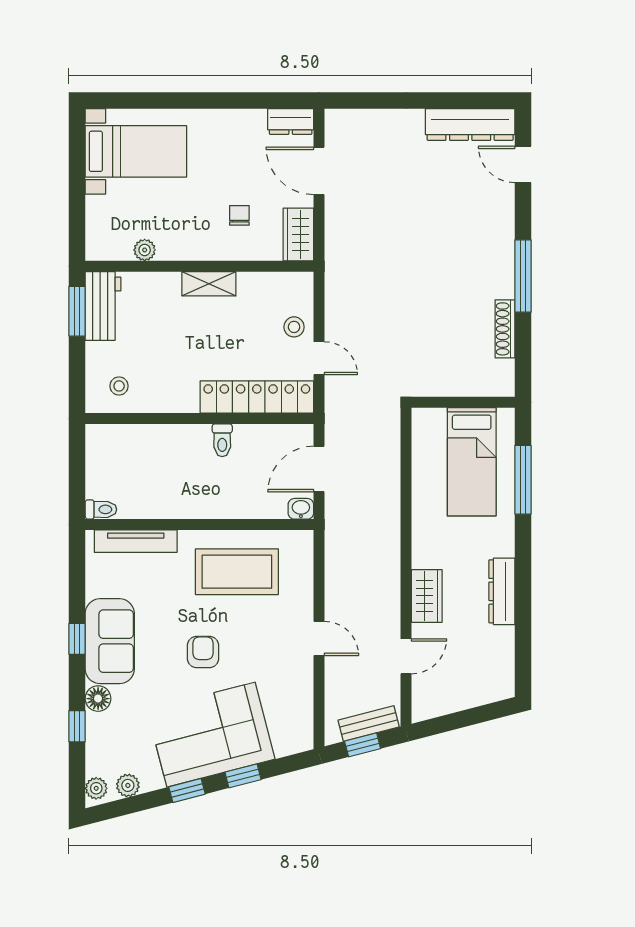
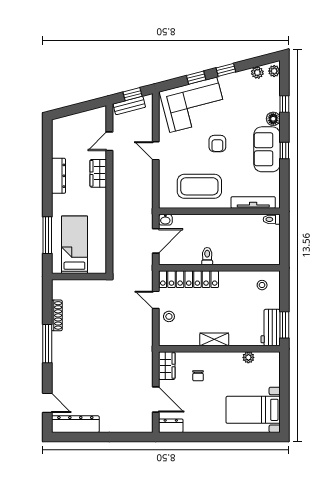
corner sofa: (211, 735) -> (193, 105), moved

